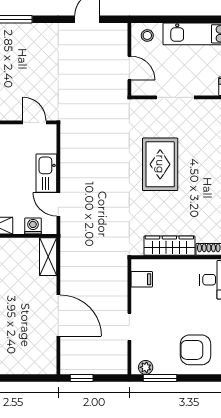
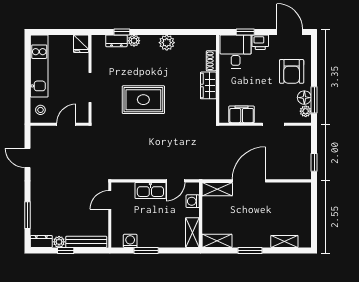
wardrobe: (169, 246) -> (208, 85), width x0.67
filing cabinet: (142, 279) -> (242, 114), width x2.00
door: (58, 315) -> (249, 181), moved
floor lamp: (163, 366) -> (304, 98), added

